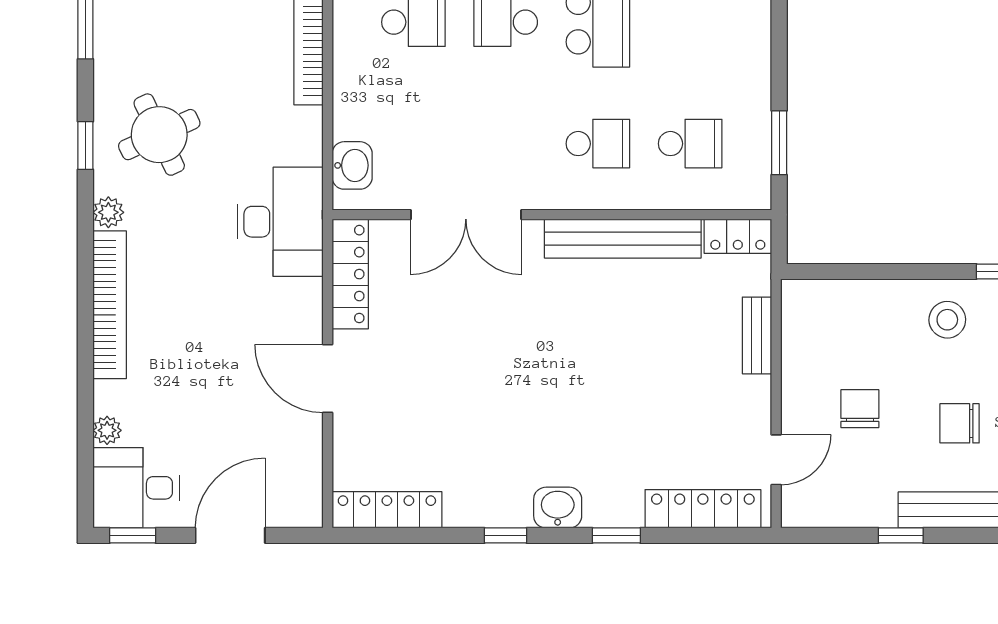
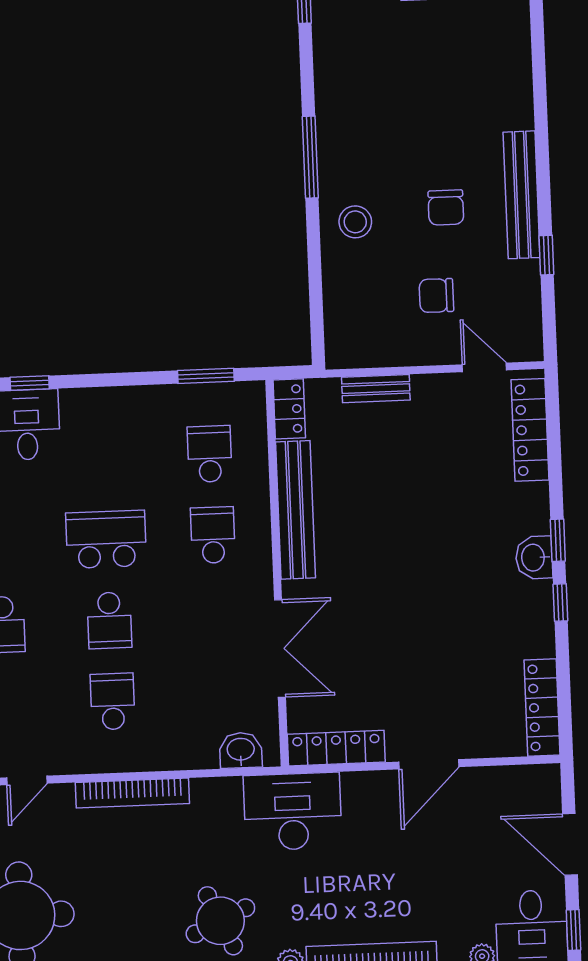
window: (616, 535) -> (558, 540), moved

